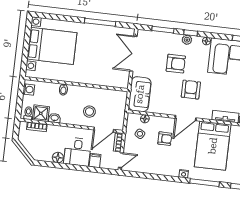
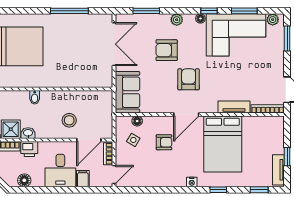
window: (191, 33) -> (209, 11), moved
double door: (133, 54) -> (114, 44), swing flipped
armchair: (176, 64) -> (167, 50), turned 180
printer: (54, 131) -> (29, 149), added
floor lamp: (58, 158) -> (24, 180), moved
window: (205, 183) -> (218, 190), width x0.46

